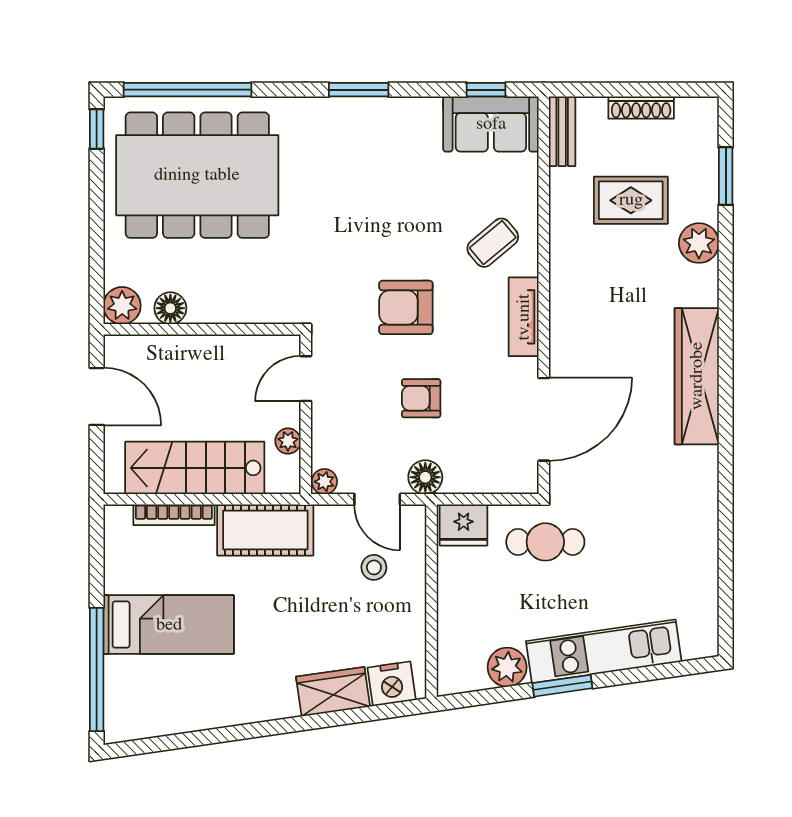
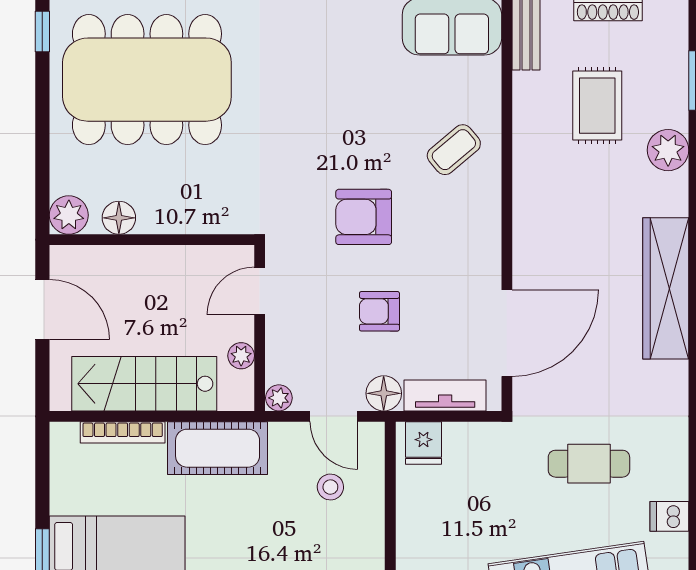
rug: (631, 200) -> (597, 106), turned 90
tv unit: (524, 317) -> (445, 395), moved, turned 90
fridge: (464, 525) -> (423, 443), width x0.72
cafe table: (545, 542) -> (589, 464), moved
dishwasher: (700, 596) -> (669, 516), added

